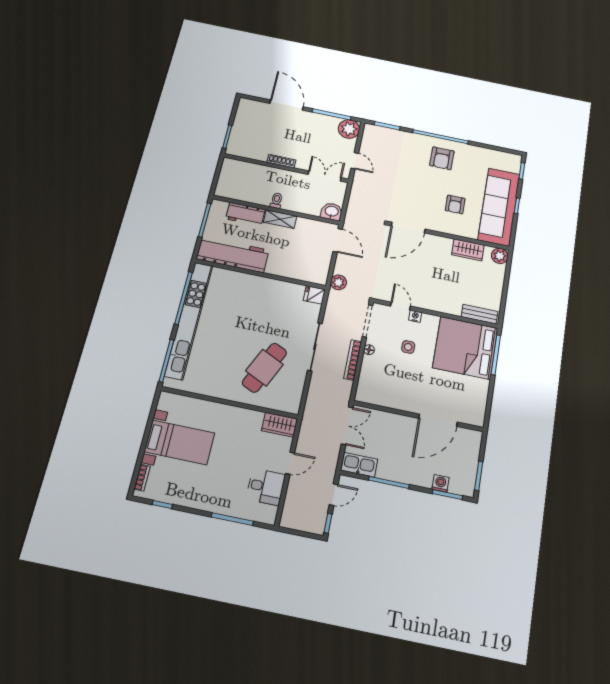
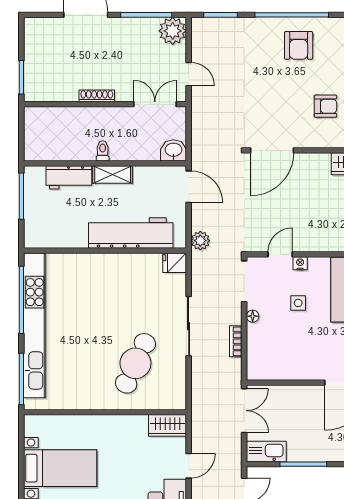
armchair: (455, 205) -> (325, 106), turned -90
workbench: (233, 254) -> (131, 233), moved
door: (400, 306) -> (280, 254), hinge flipped
bookcase: (353, 360) -> (236, 341), width x0.64

